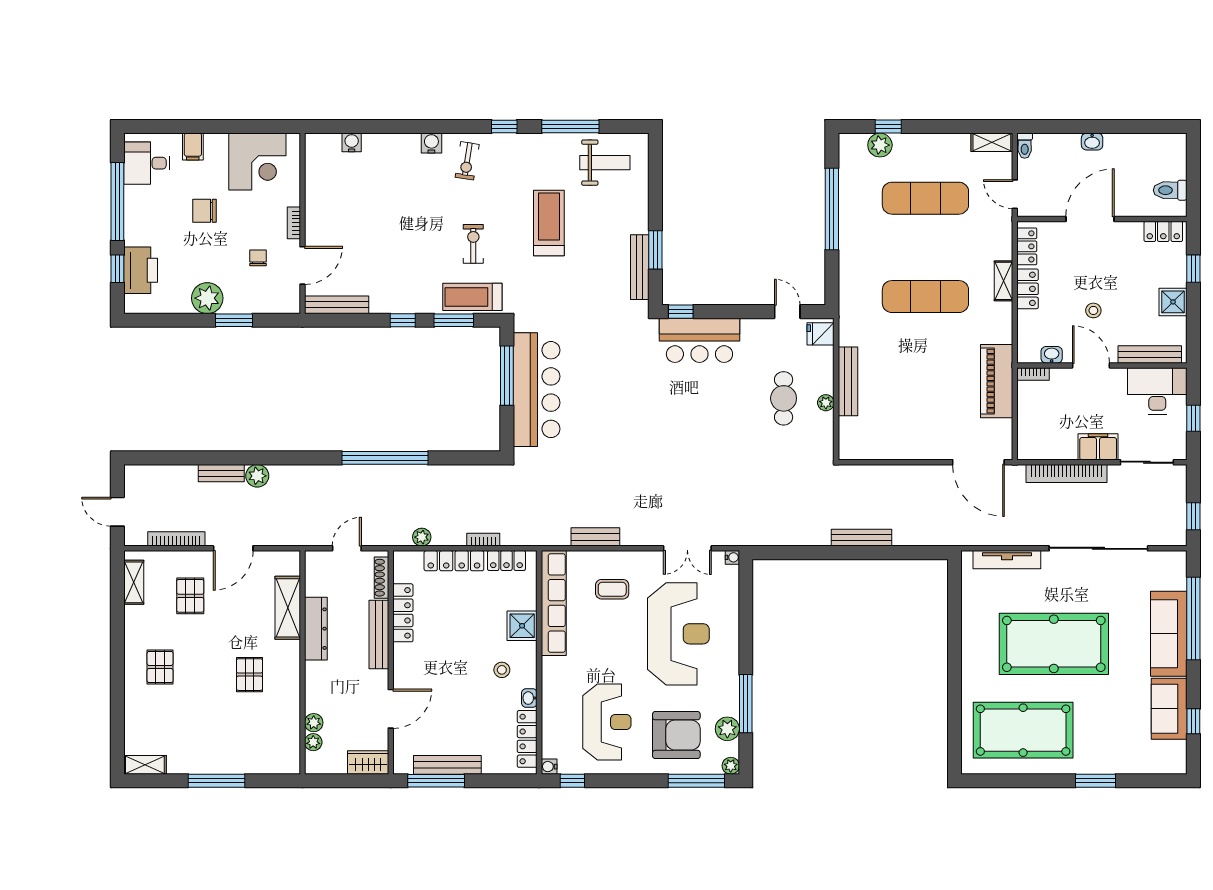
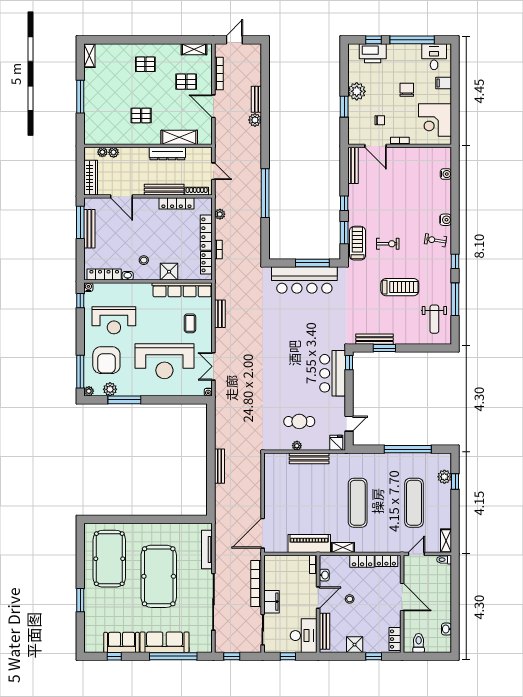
washbasin: (1092, 142) -> (446, 629), moved
shelving: (1004, 281) -> (343, 548), moved
wardrobe: (368, 762) -> (91, 178), width x1.50

